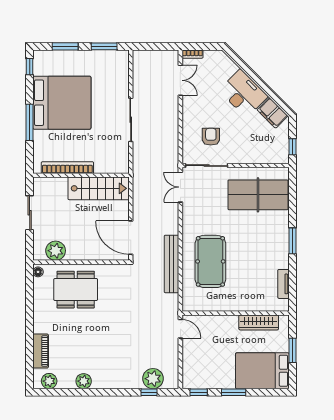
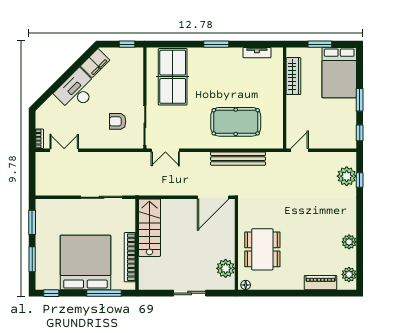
bookcase: (67, 168) -> (130, 257), moved
wall: (81, 175) -> (137, 244), moved
stairs: (99, 188) -> (149, 228), moved

